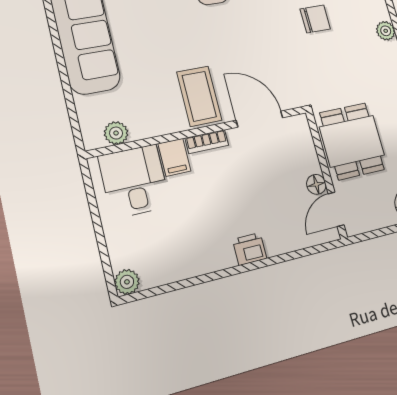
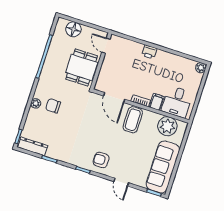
chair: (315, 19) -> (53, 106), moved
plant: (116, 133) -> (167, 126), width x1.87, depth x1.87
floor lamp: (316, 184) -> (108, 60), removed
door: (336, 209) -> (106, 46), swing flipped

